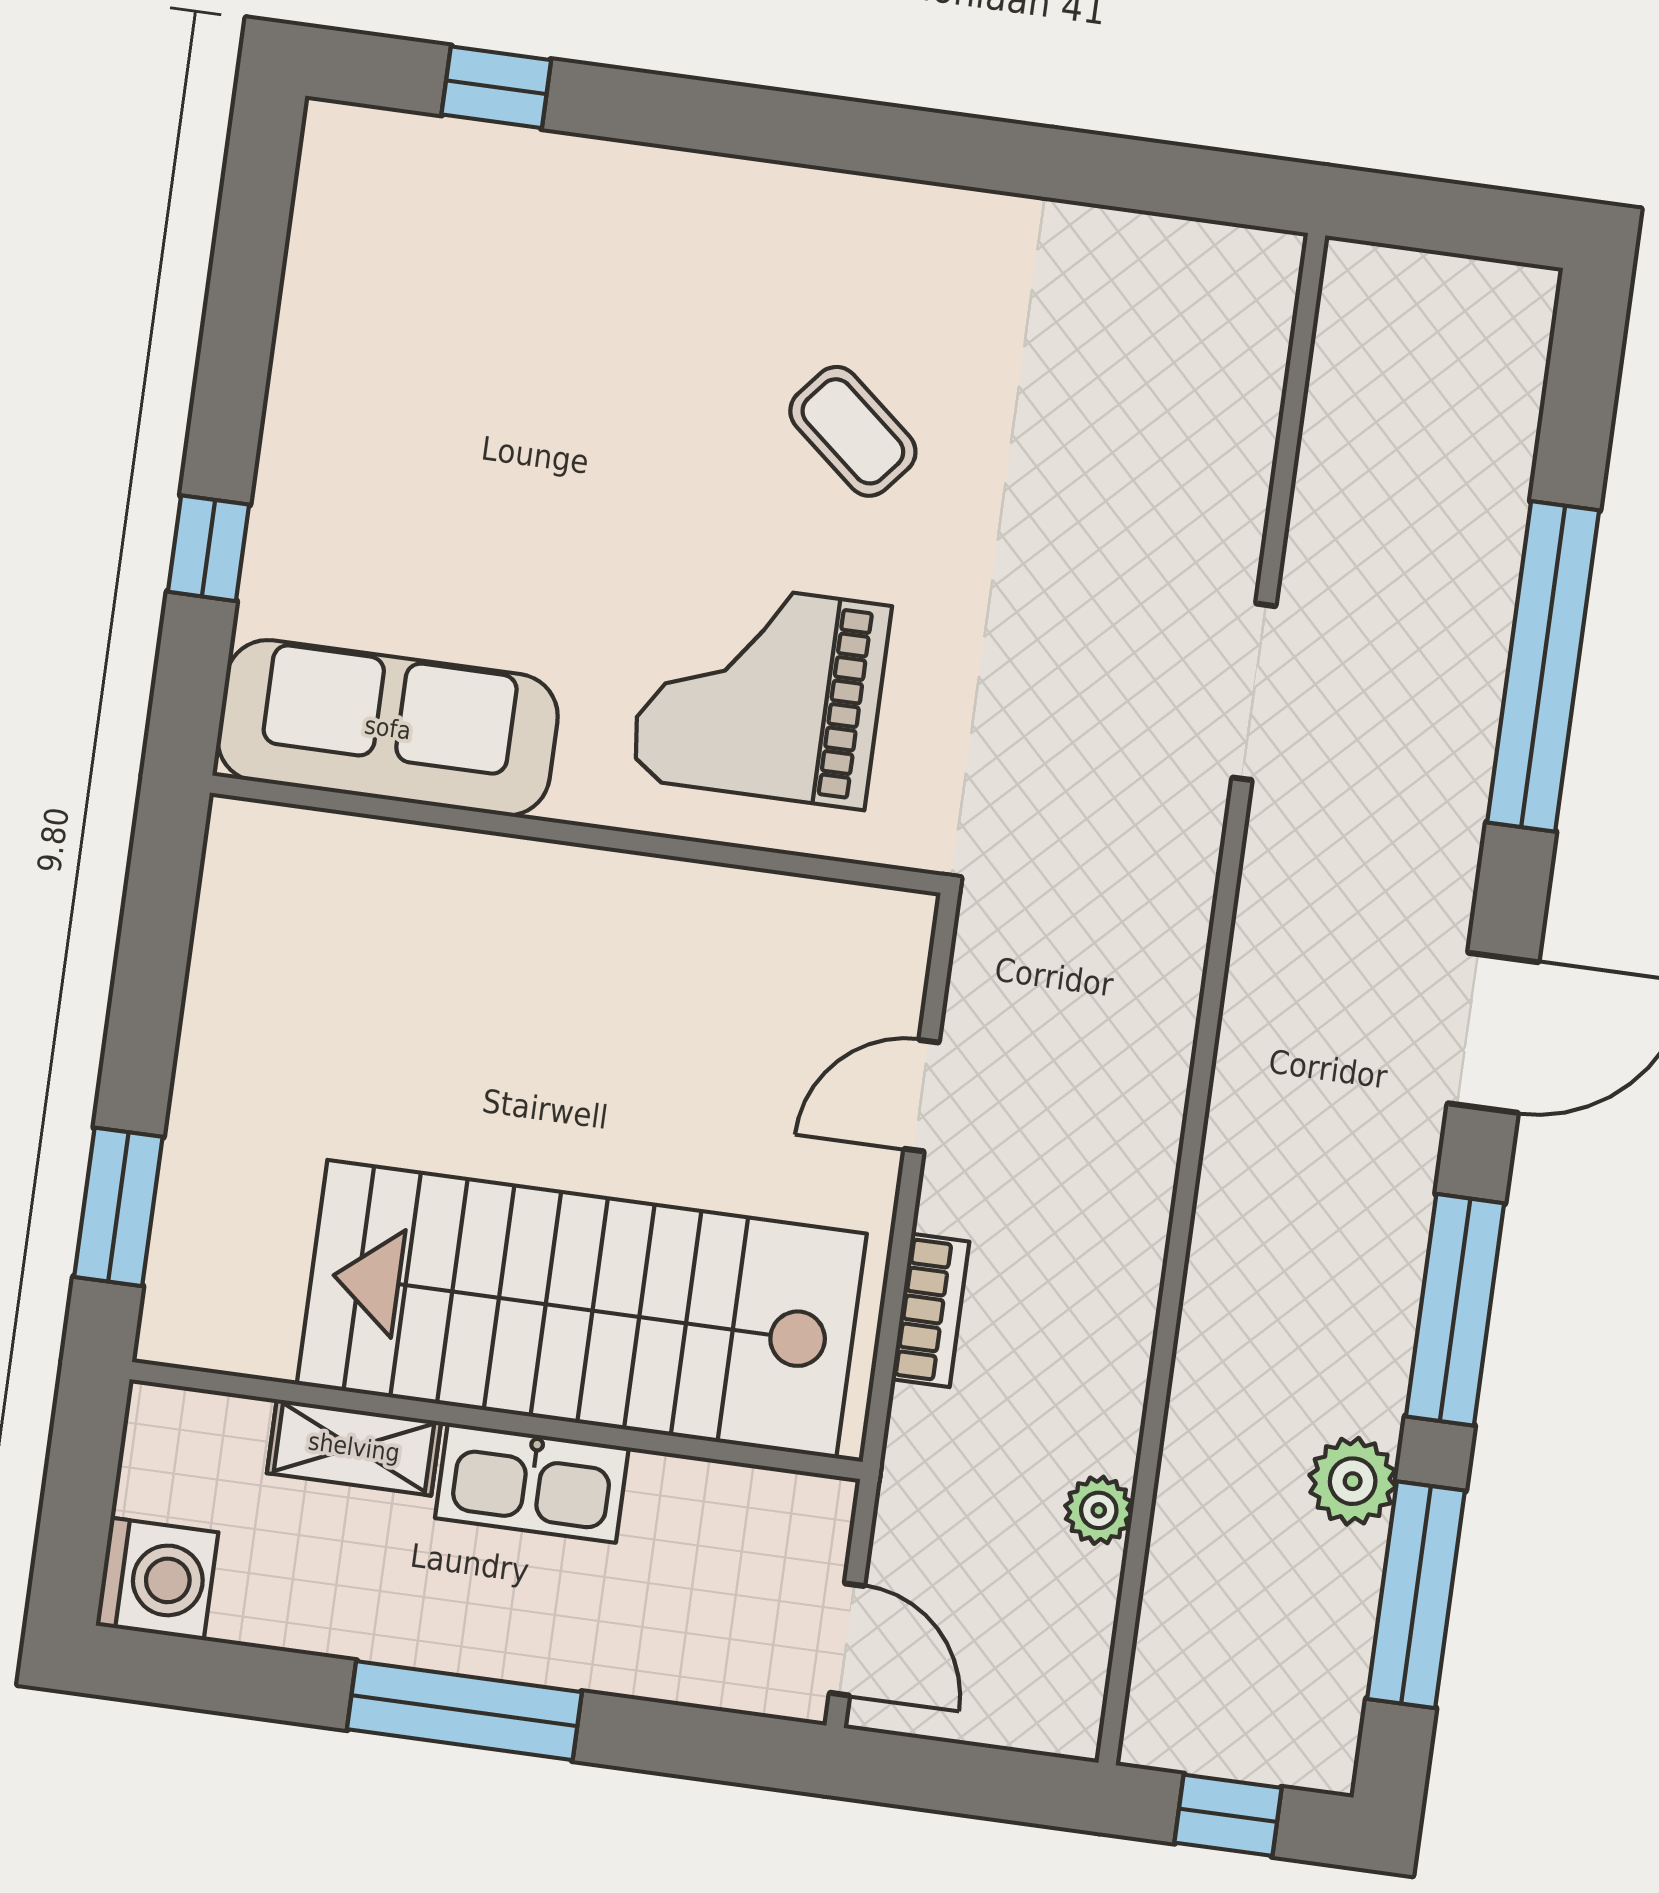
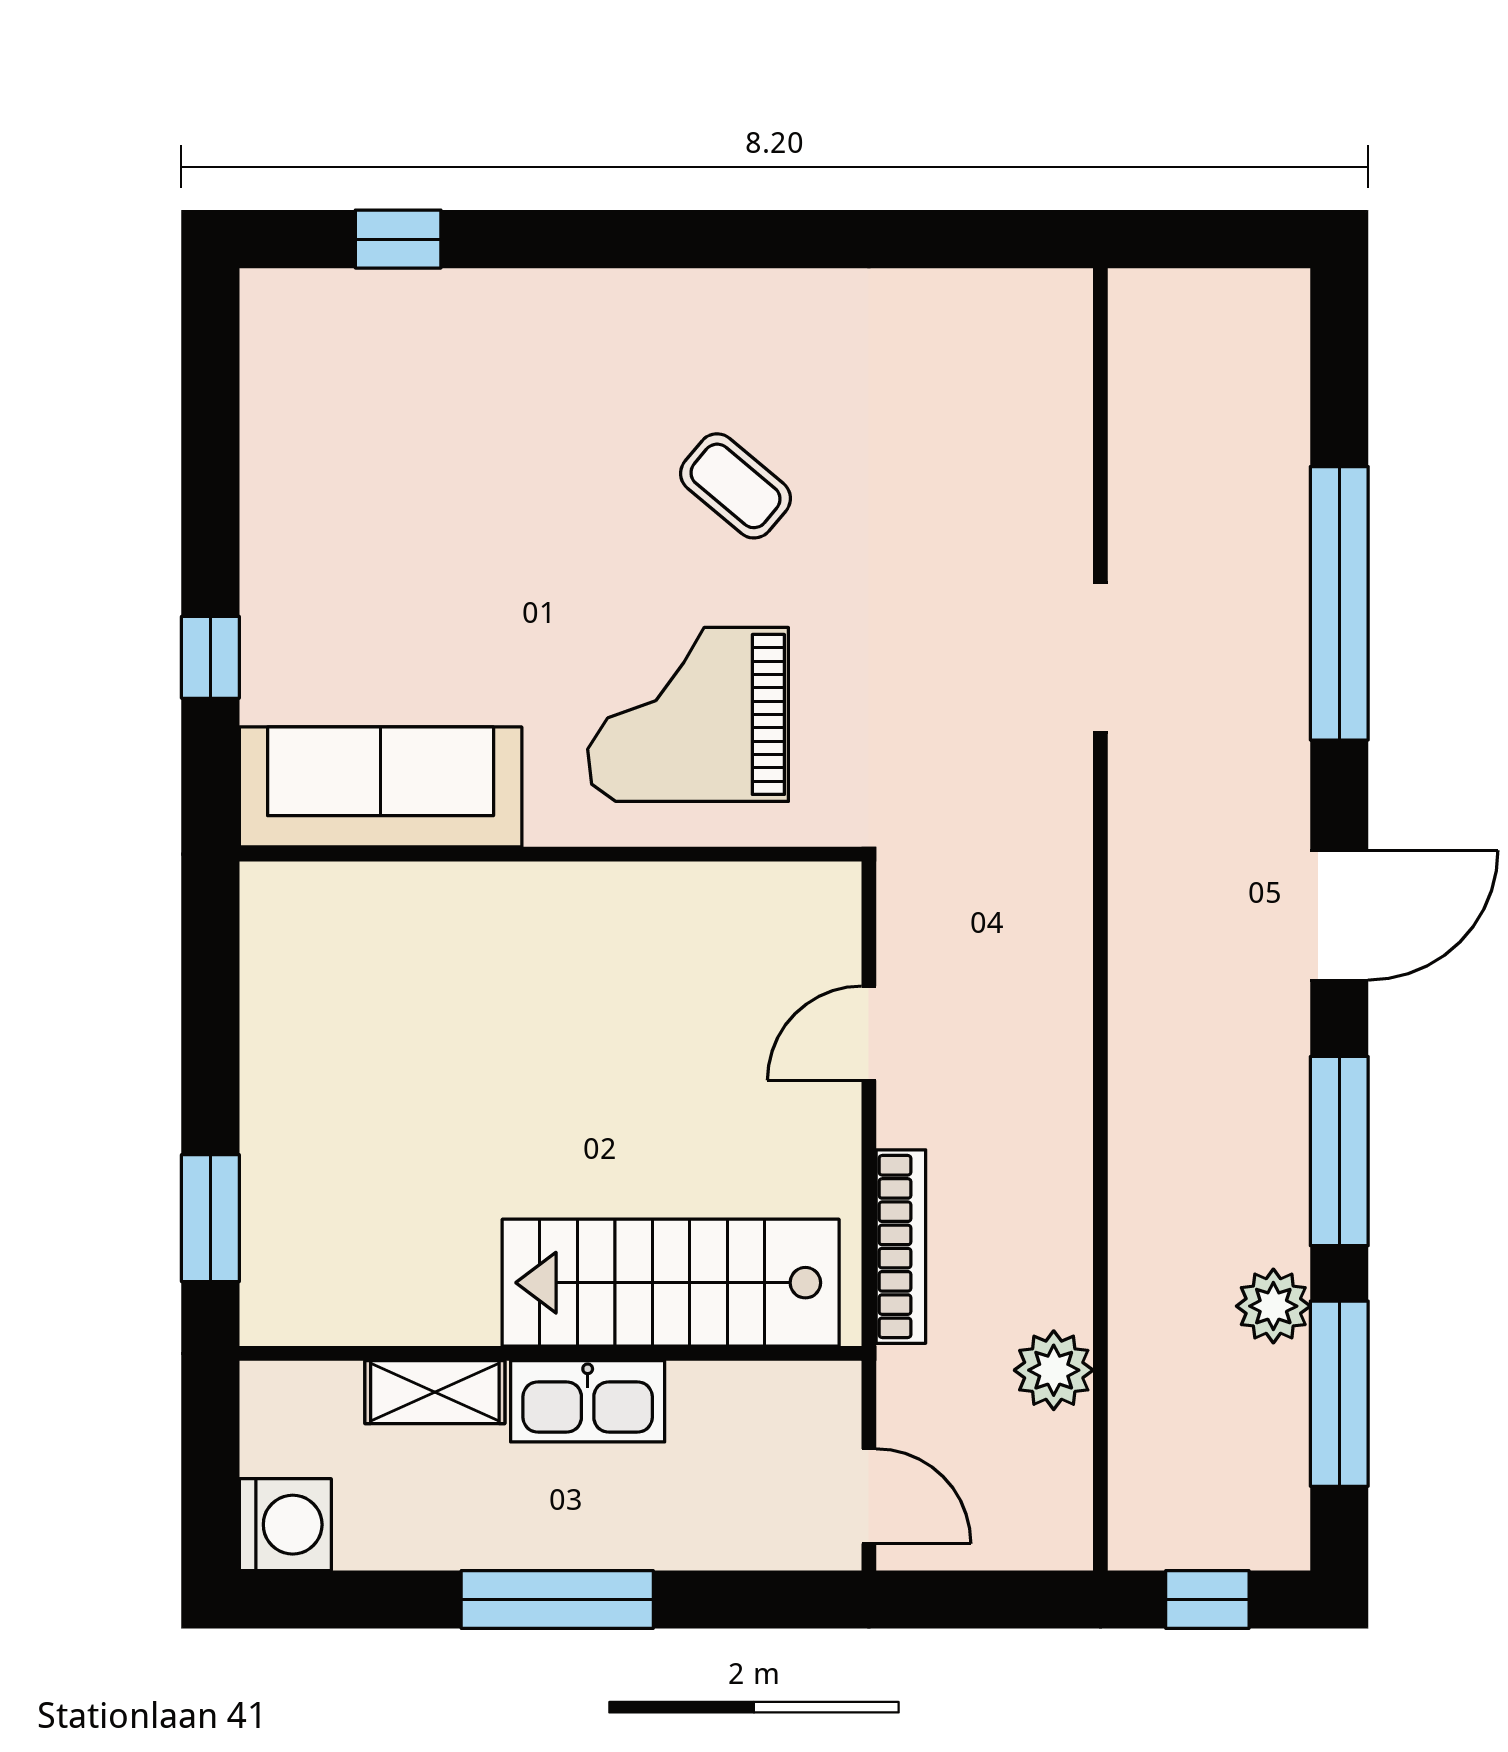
stairs: (582, 1309) -> (671, 1283), width x0.73, depth x0.66
bookcase: (930, 1310) -> (901, 1247), width x1.56
plant: (1099, 1510) -> (1054, 1370), width x1.38, depth x1.38

